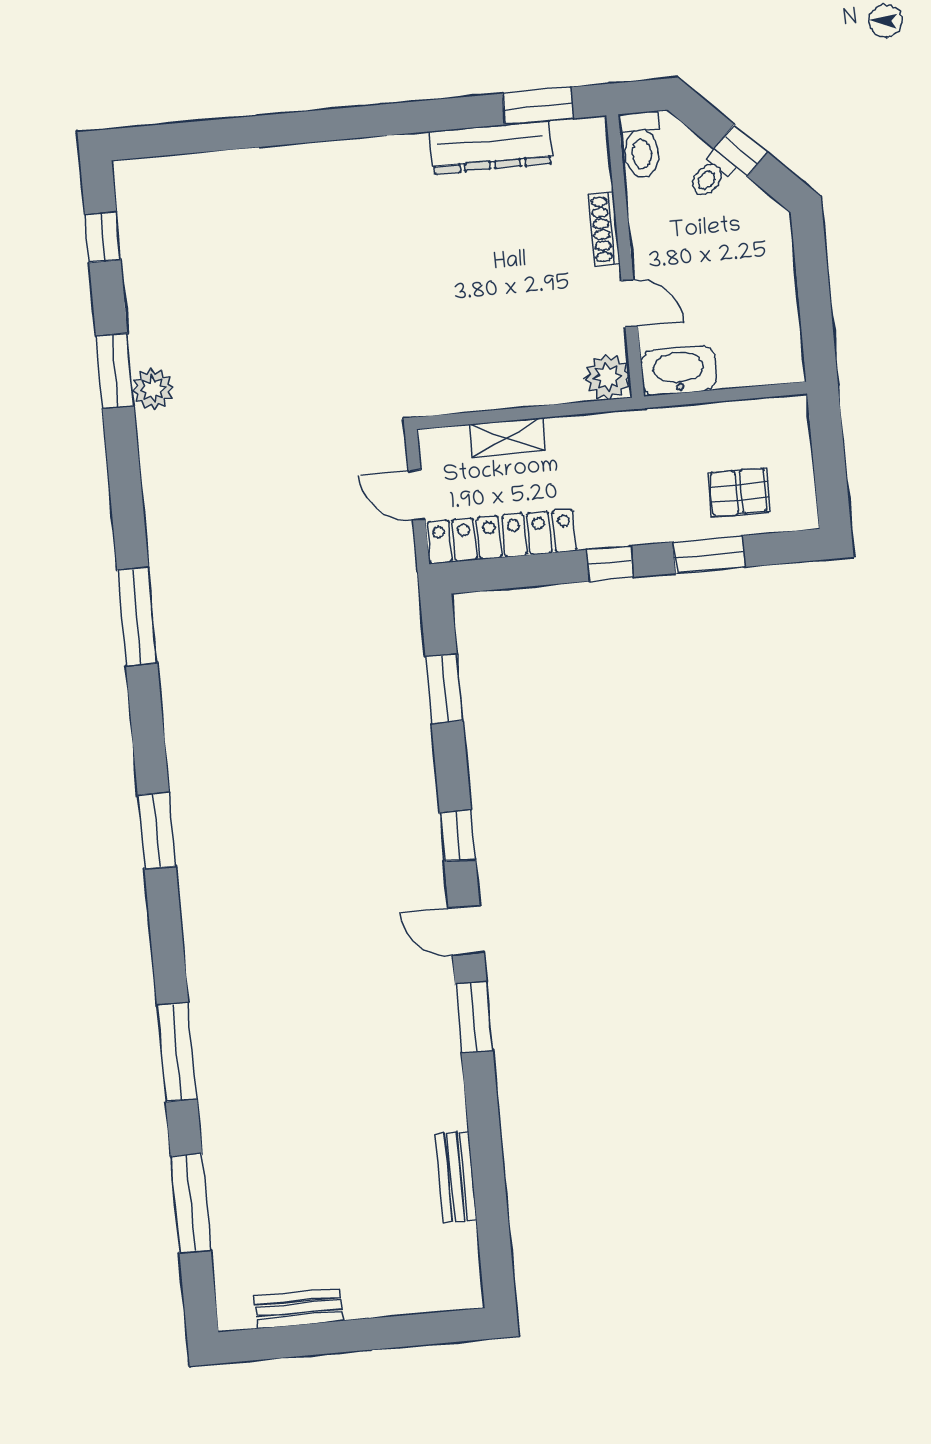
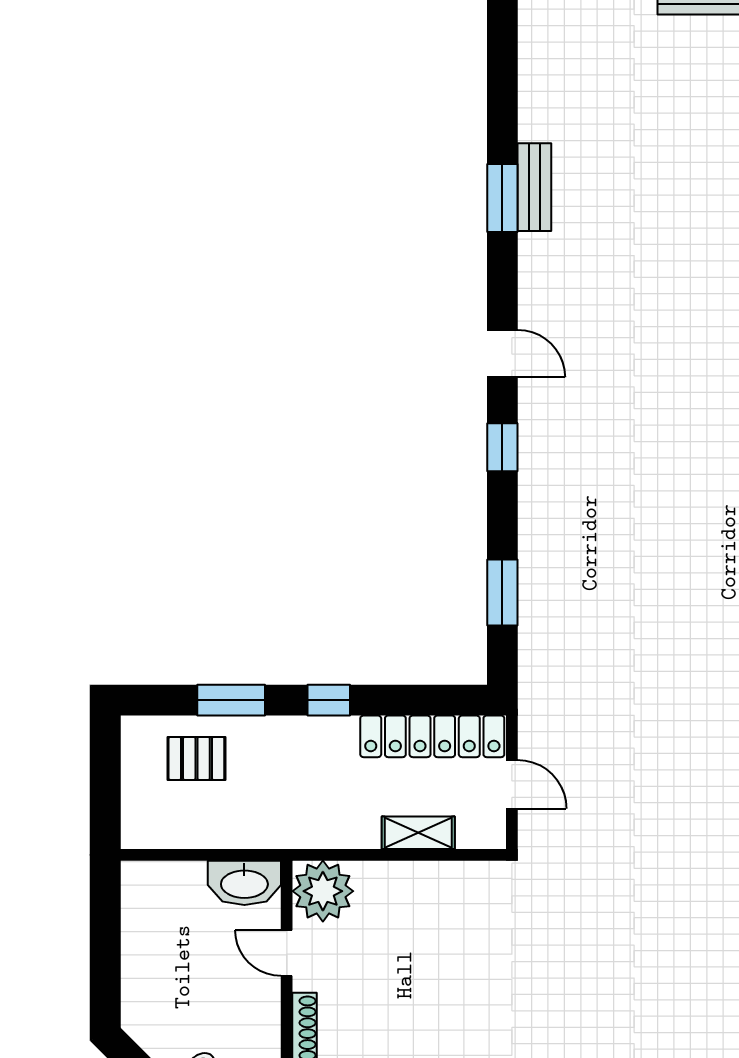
plant: (607, 377) -> (323, 891), width x1.36, depth x1.36
window: (474, 1017) -> (502, 198), moved
bench: (456, 1177) -> (534, 187), moved

